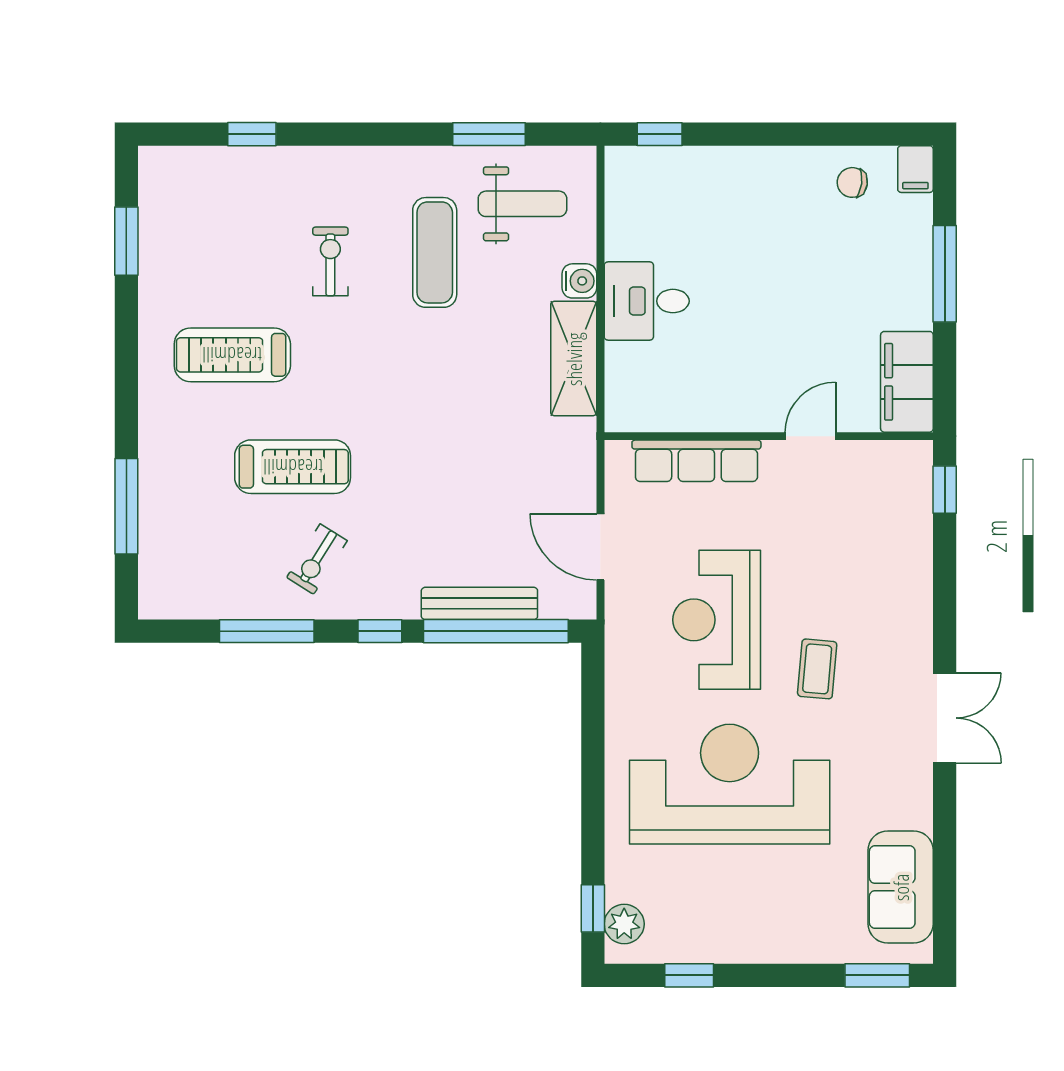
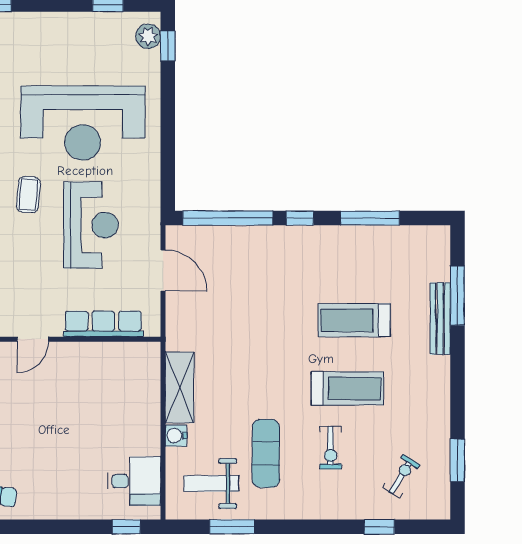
desk: (647, 301) -> (134, 481), moved
treadmill: (232, 355) -> (347, 388), moved
exercise bike: (317, 559) -> (401, 476), moved
bench: (479, 603) -> (440, 319), moved, turned 90

